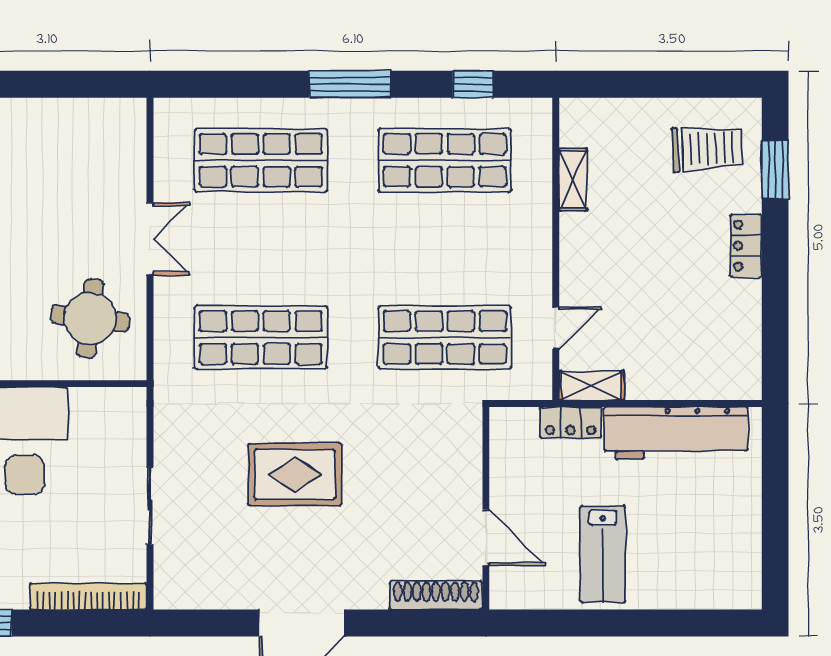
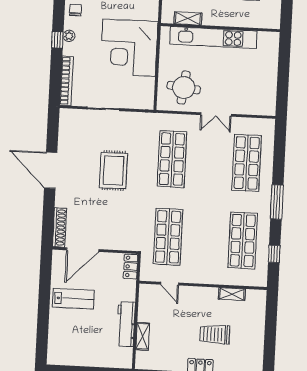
trolley: (707, 149) -> (215, 334), moved, turned 93
shelving: (591, 386) -> (143, 336), moved
locker: (570, 422) -> (131, 267), moved
workbench: (676, 433) -> (126, 324), width x0.73, depth x0.76
door: (486, 538) -> (83, 250), width x1.36
lab bench: (603, 554) -> (73, 299), turned 180

